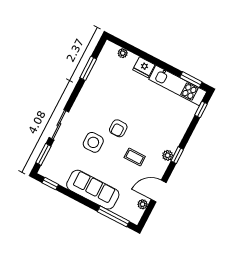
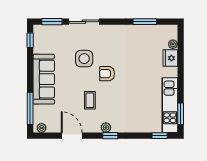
fridge: (144, 67) -> (170, 58), moved
plant: (143, 204) -> (42, 128), moved

